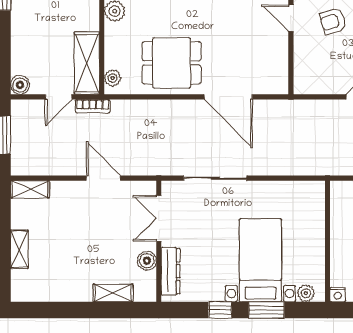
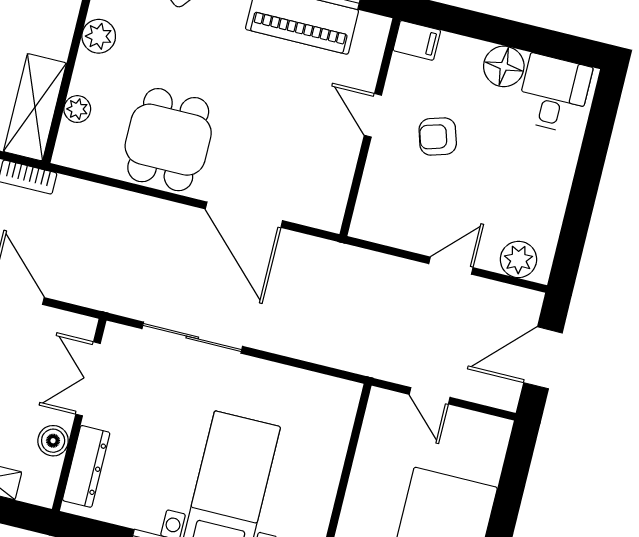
dining table: (172, 63) -> (168, 140), turned 90
plant: (112, 78) -> (77, 109), moved

